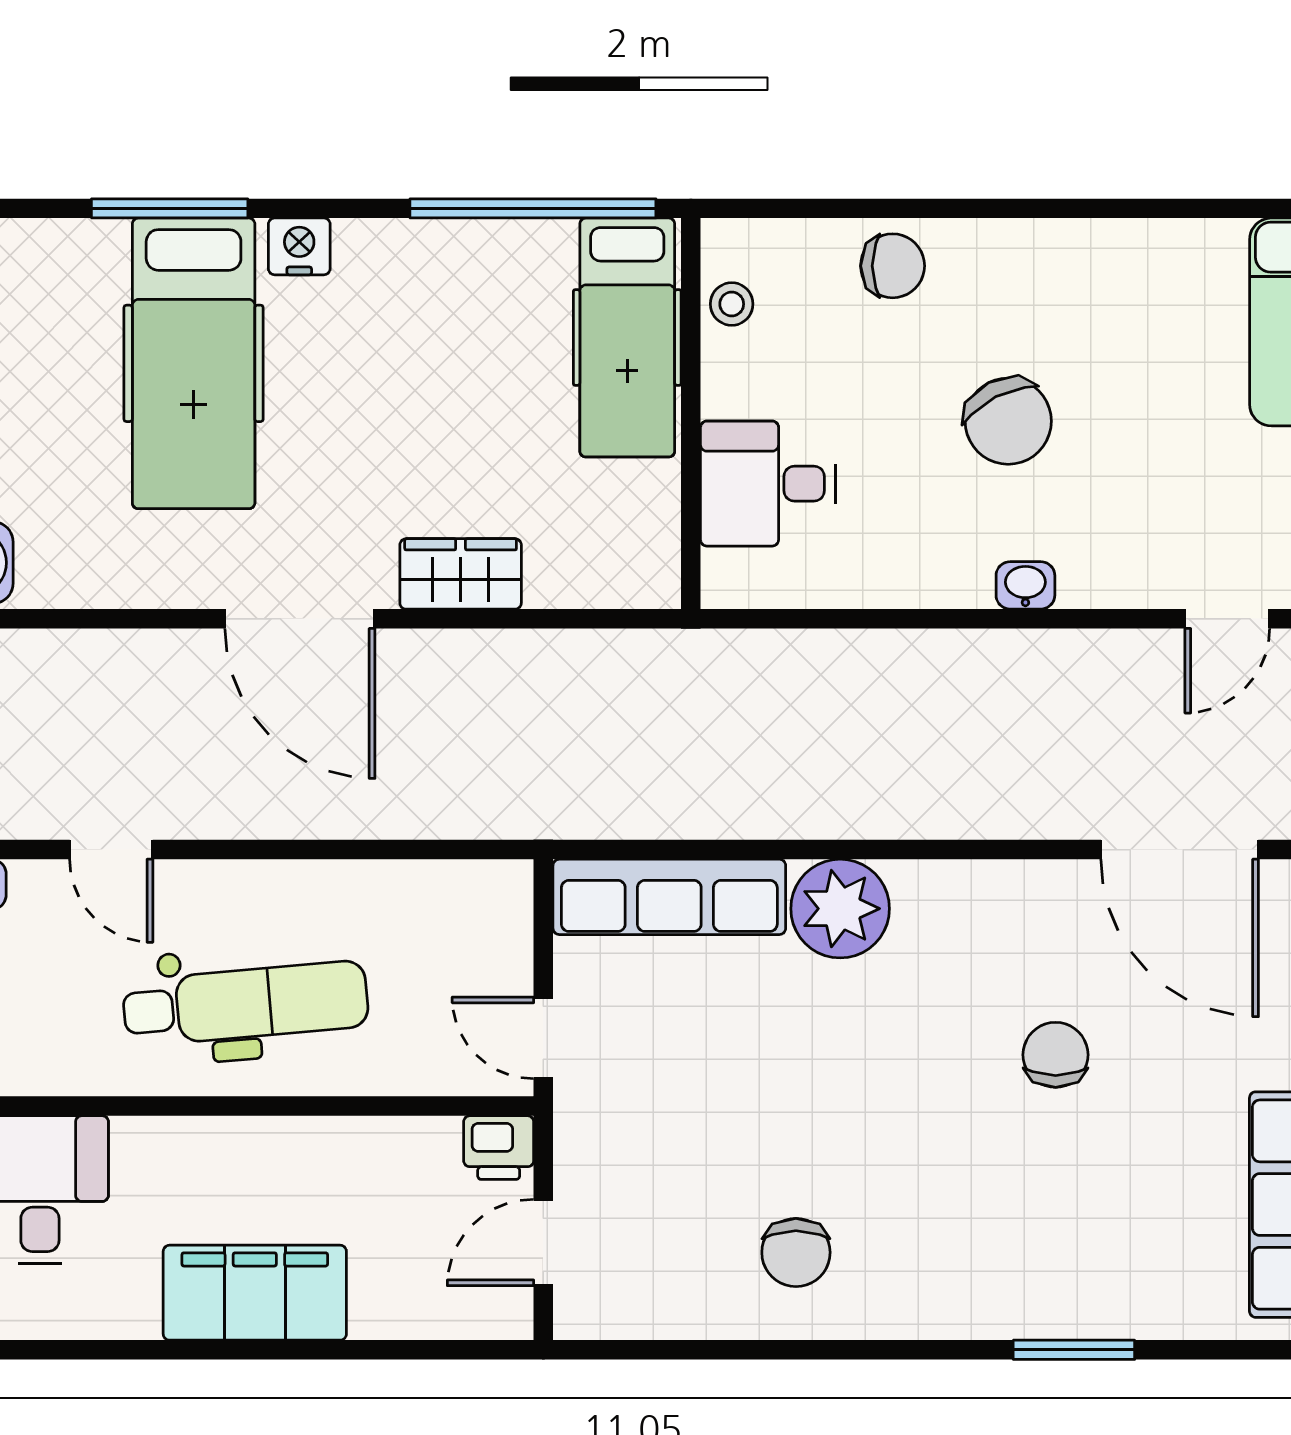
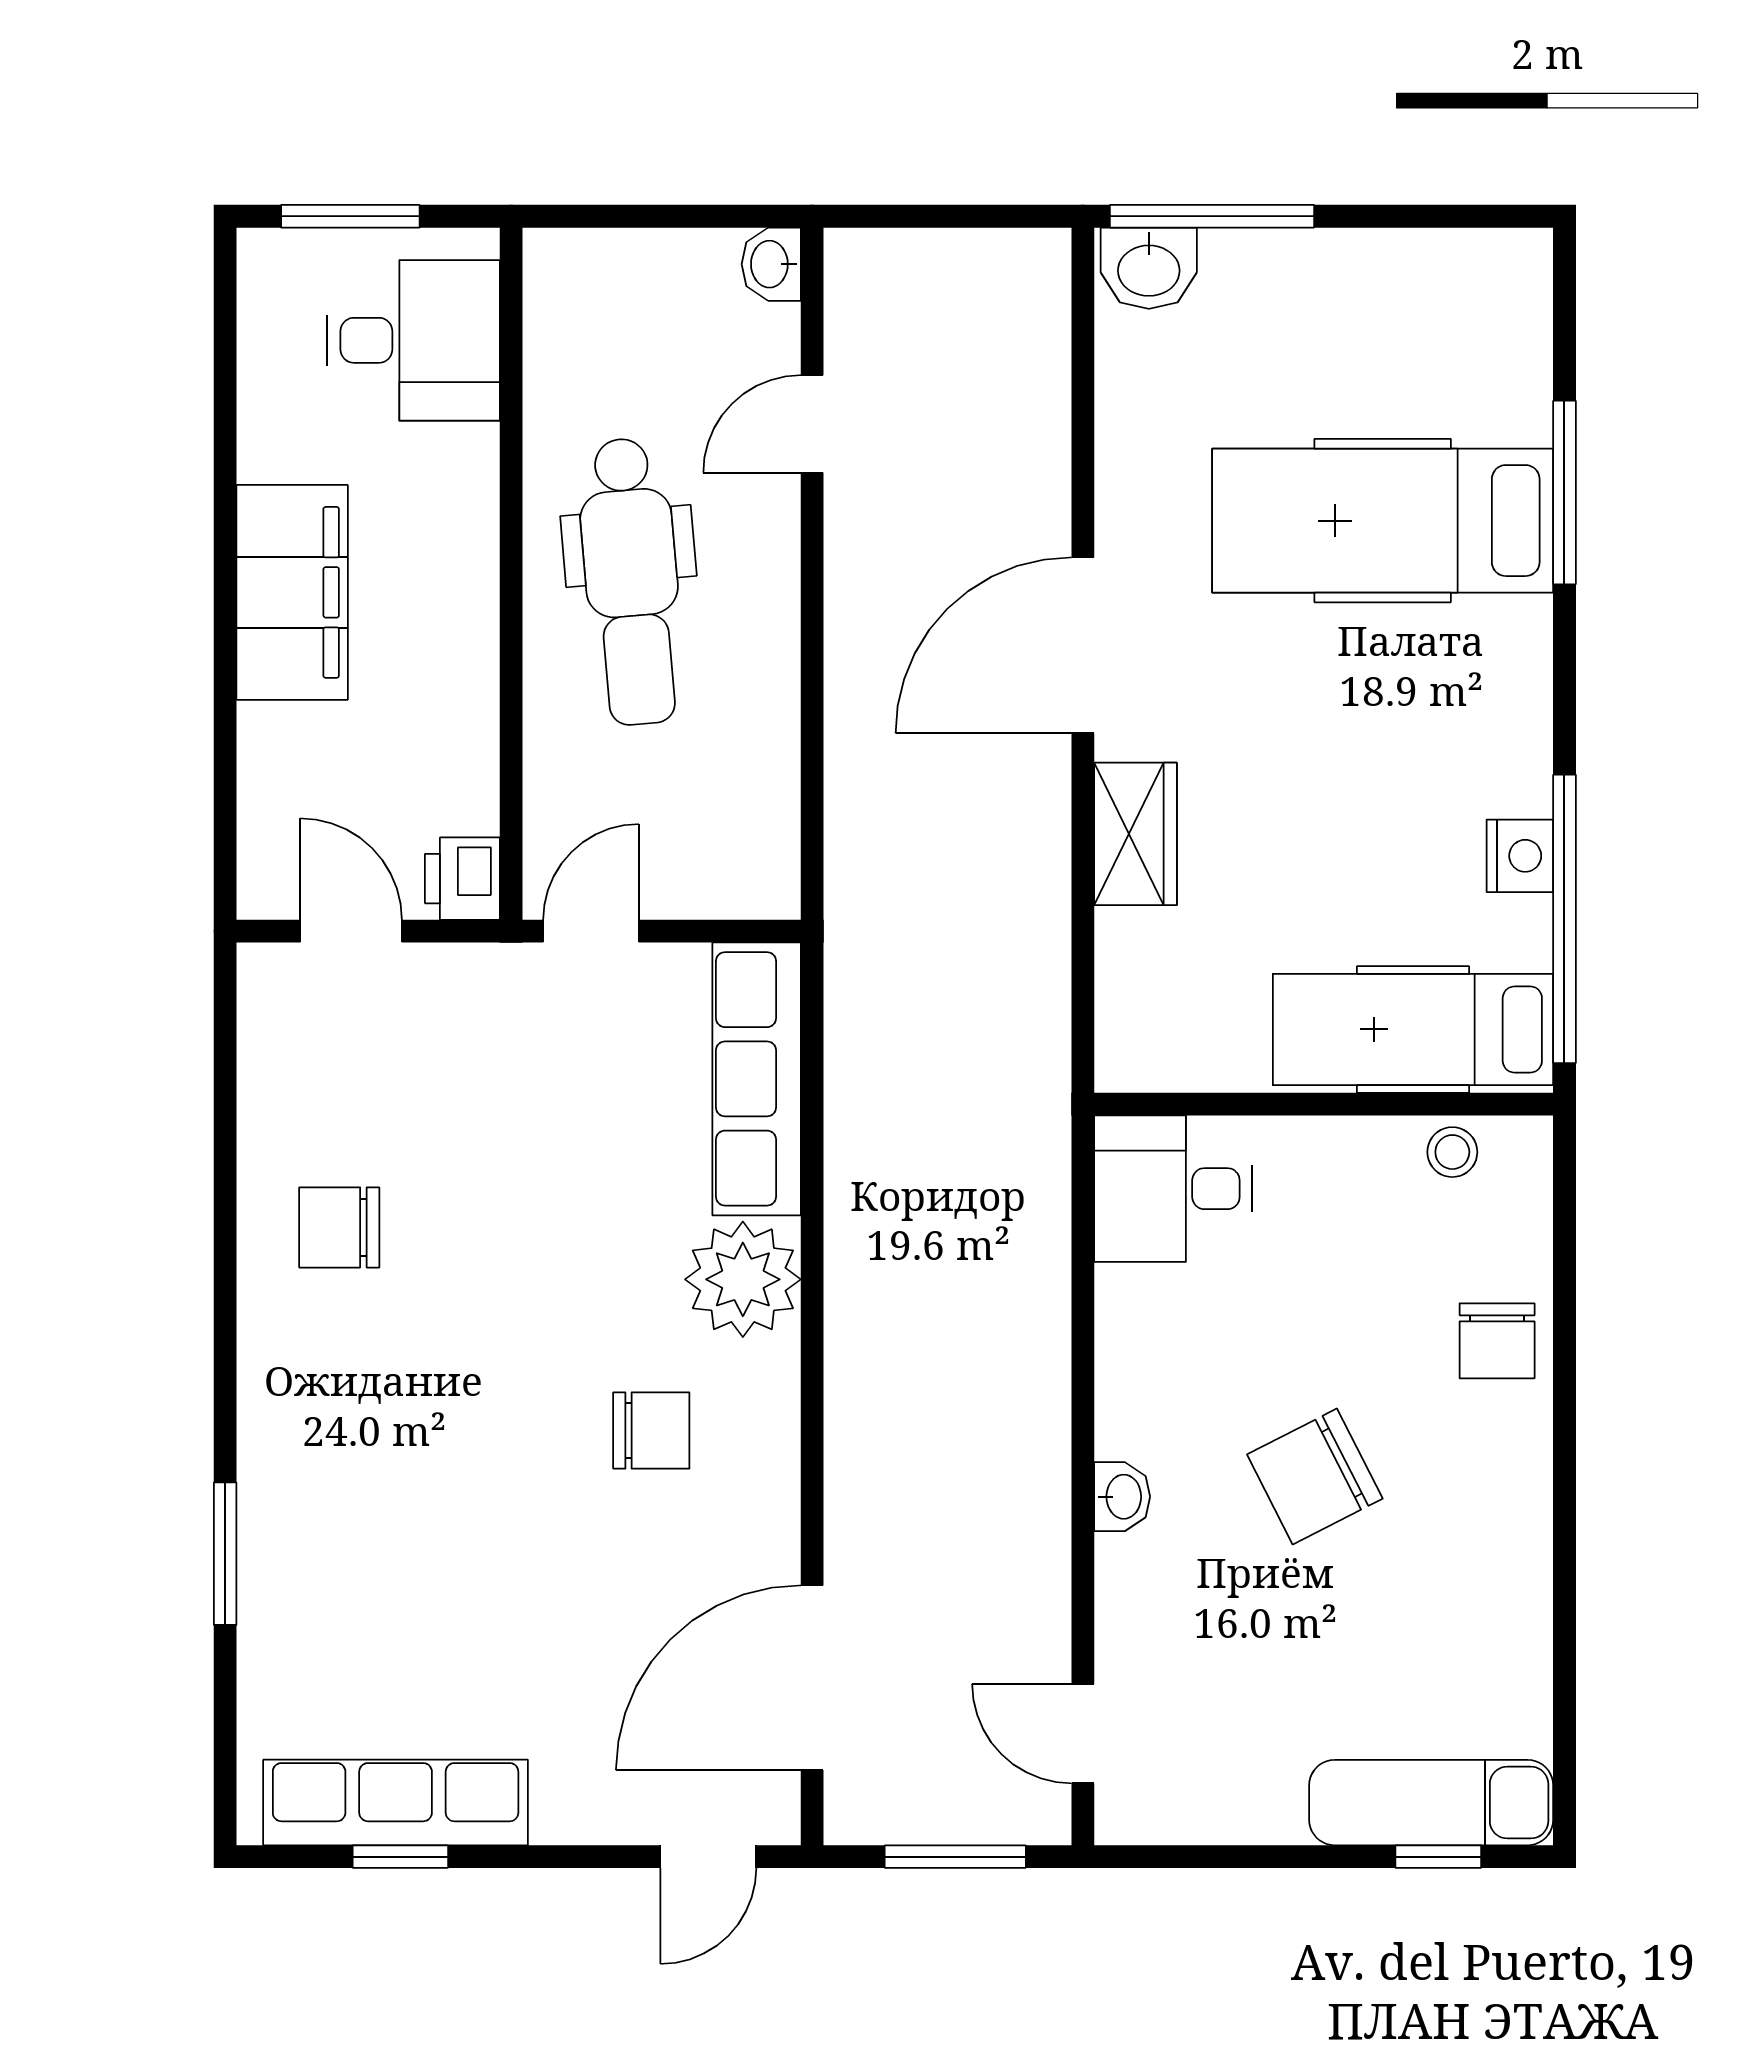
nightstand: (299, 246) -> (1520, 856), moved
desk: (768, 484) -> (1173, 1189), moved, turned -90
chair: (1056, 1055) -> (651, 1430), moved

